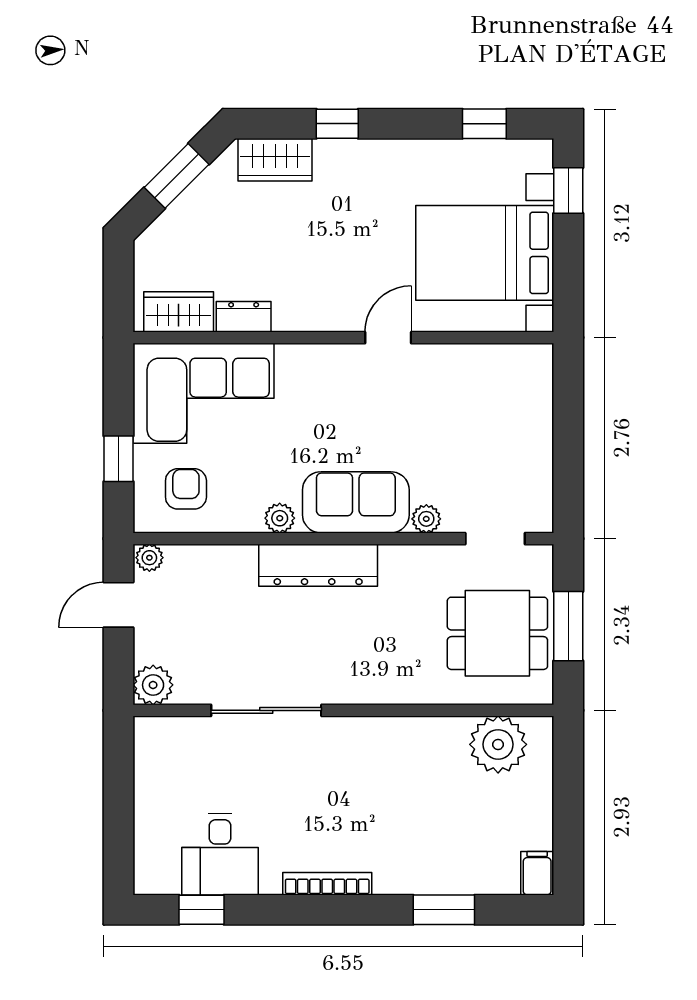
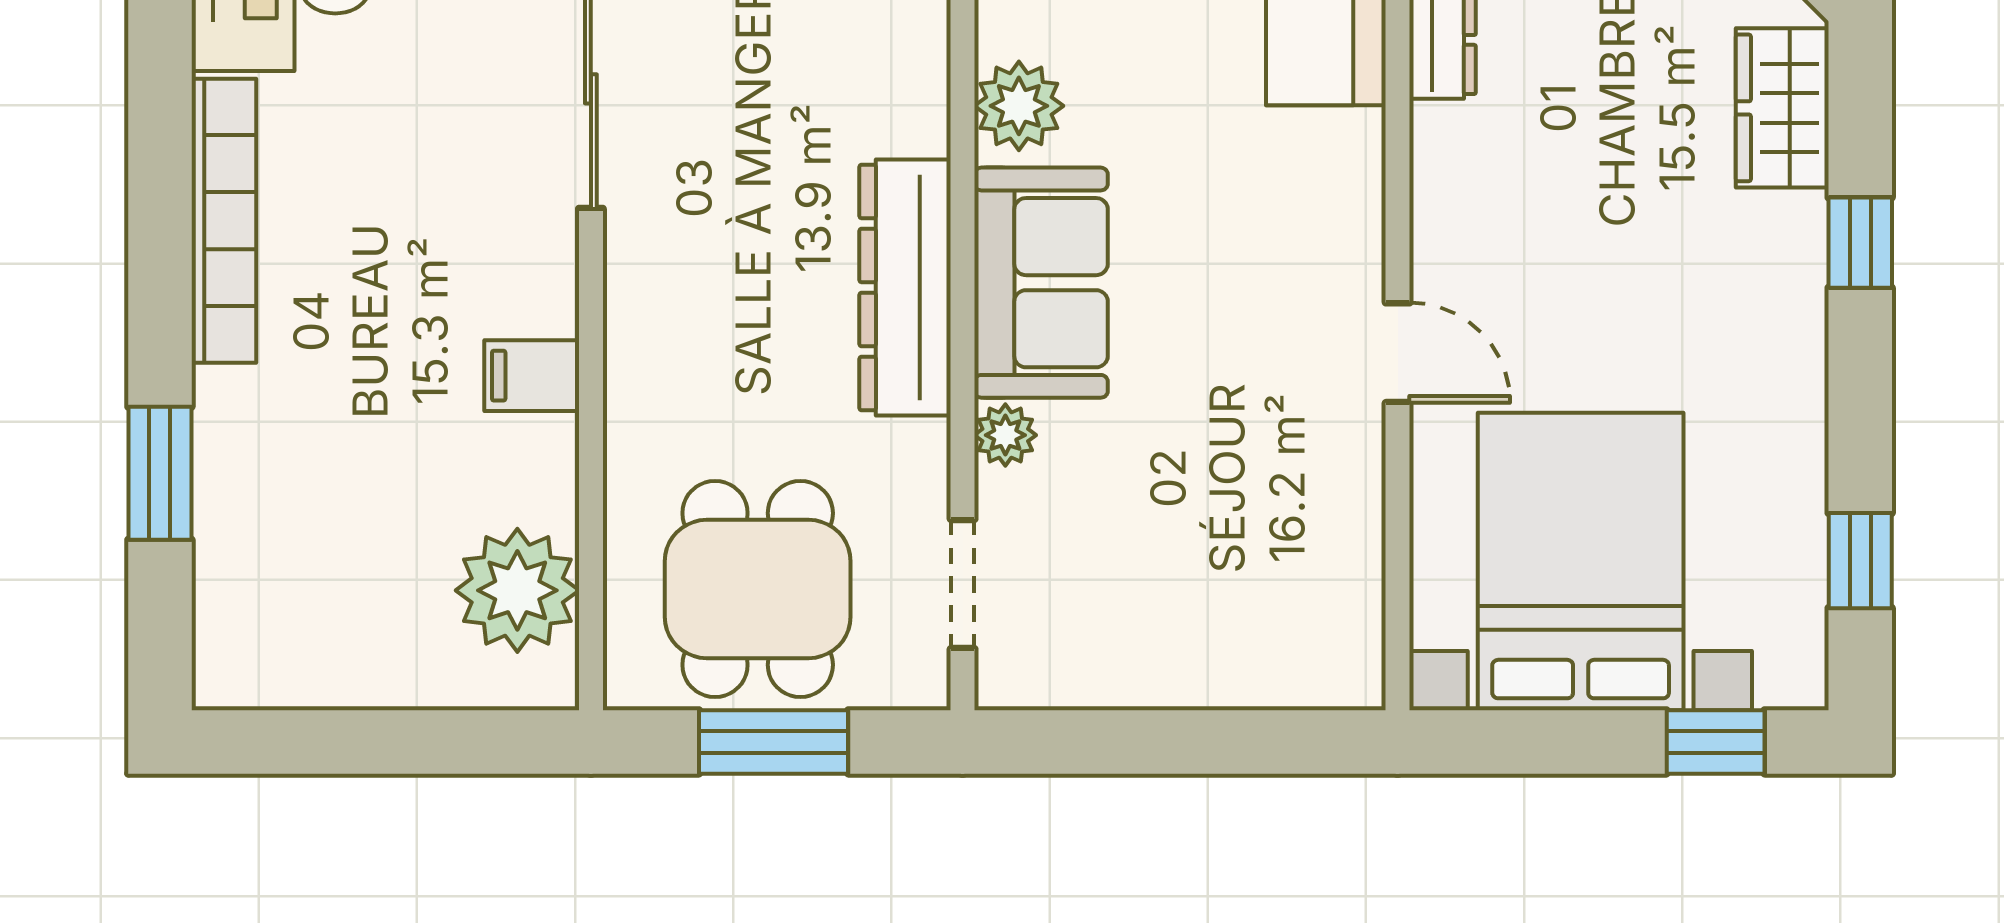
plant: (280, 518) -> (1019, 106), width x1.38, depth x1.38
dresser: (318, 565) -> (905, 287), moved
filing cabinet: (537, 873) -> (532, 376), moved, turned 180
bookcase: (327, 884) -> (224, 221), width x1.48, depth x1.31

